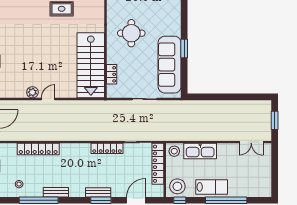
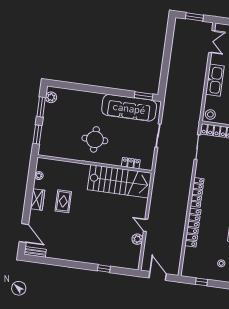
window: (184, 49) -> (144, 96), moved
locker: (107, 148) -> (197, 192), moved
locker: (38, 149) -> (193, 228), moved
kitchen sink: (200, 151) -> (215, 80), moved

